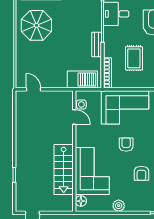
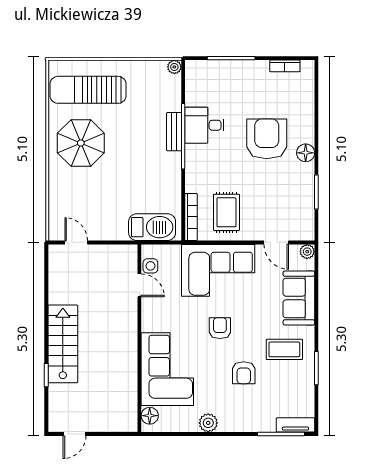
bench: (97, 44) -> (174, 132), moved
rug: (134, 58) -> (226, 212), moved
stairs: (64, 169) -> (63, 344), moved, turned 180

